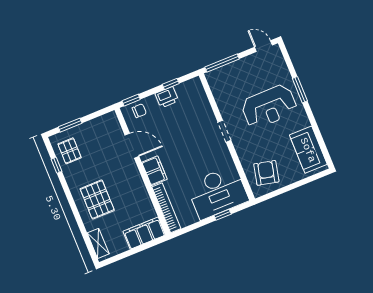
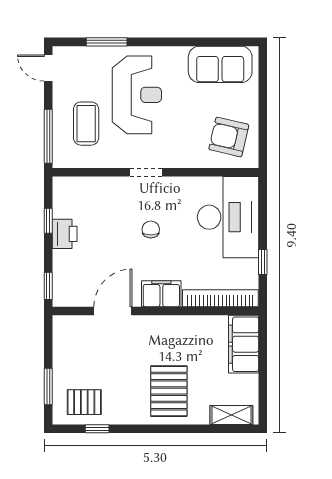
door: (263, 46) -> (48, 68), hinge flipped
coffee table: (239, 83) -> (86, 124), added
window: (300, 90) -> (107, 42), moved
chair: (139, 111) -> (151, 229), moved
pallet: (97, 200) -> (169, 391), turned 90
window: (223, 215) -> (263, 262), moved

